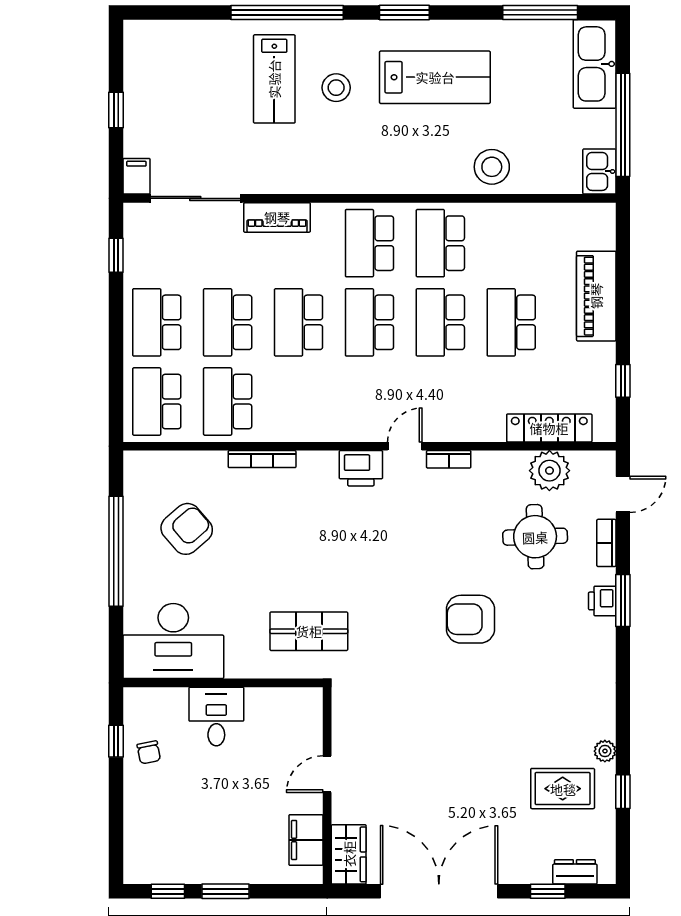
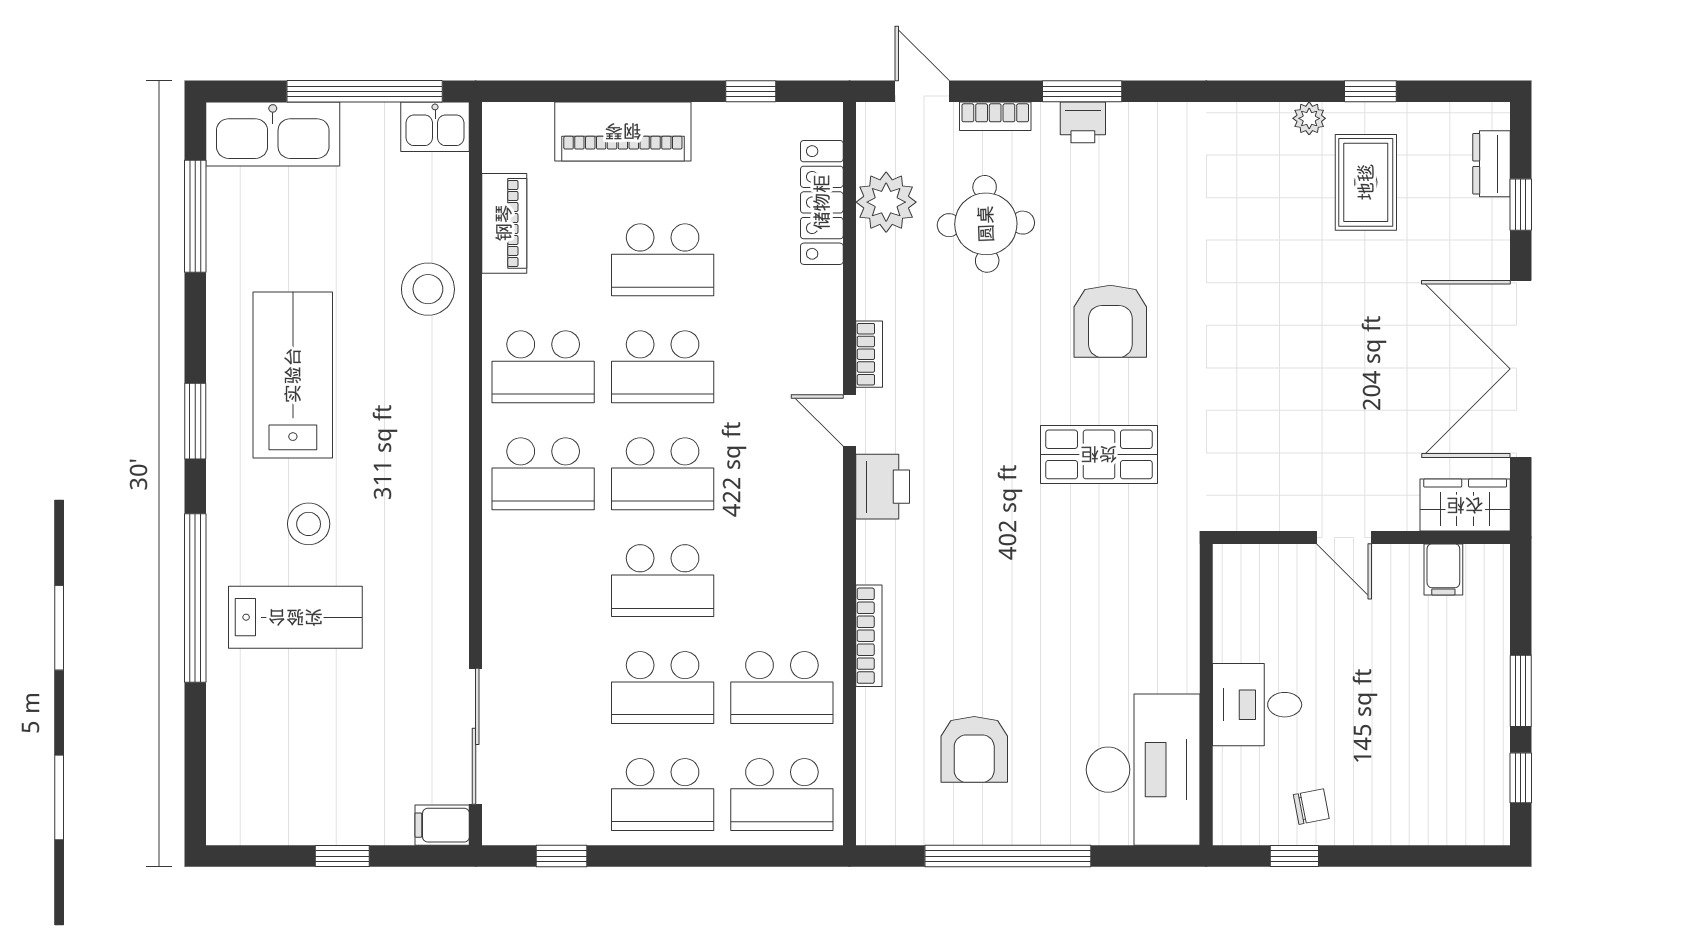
piano: (277, 217) -> (504, 223), moved
armchair: (187, 529) -> (974, 749), turned -139
shop shelf: (309, 631) -> (1099, 454), moved, turned 90
filing cabinet: (306, 840) -> (1443, 569), width x0.50

